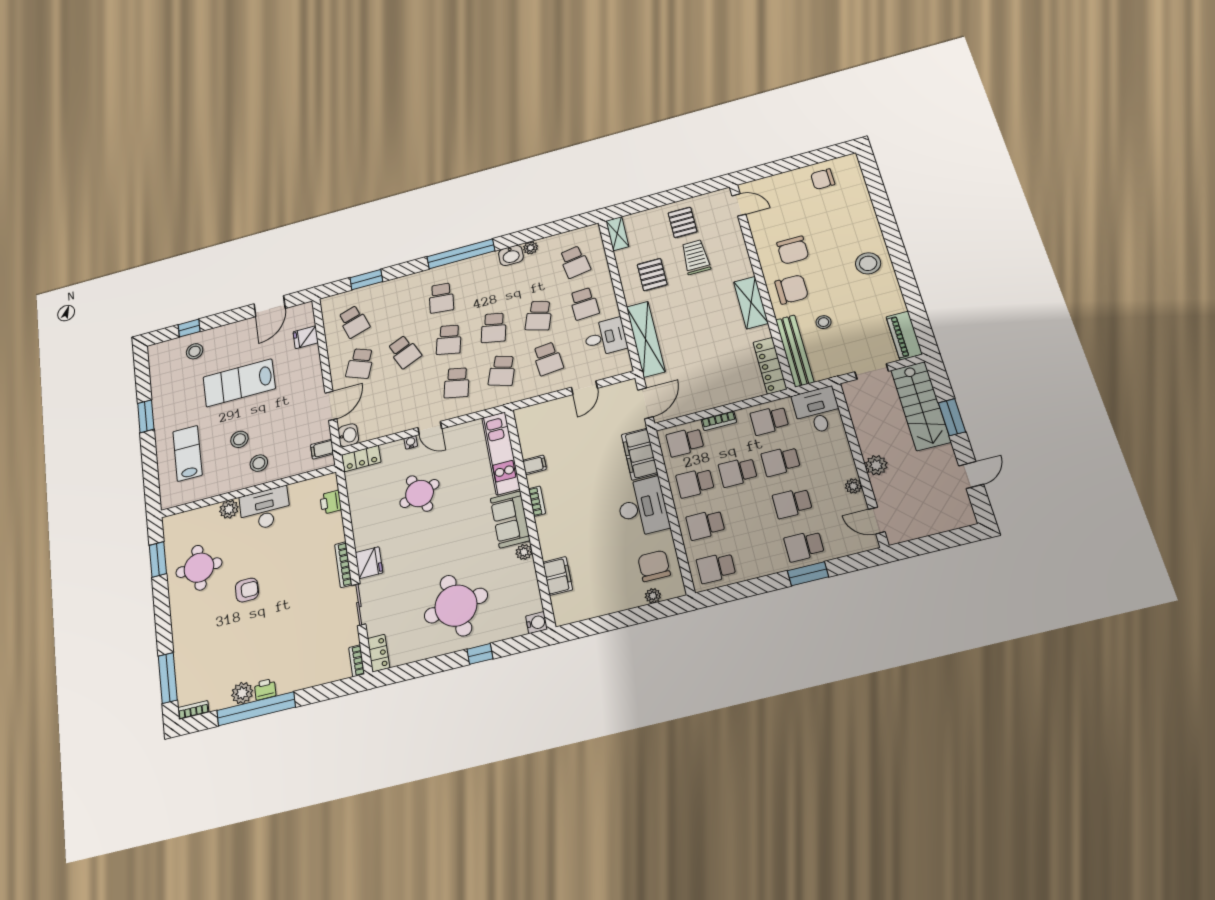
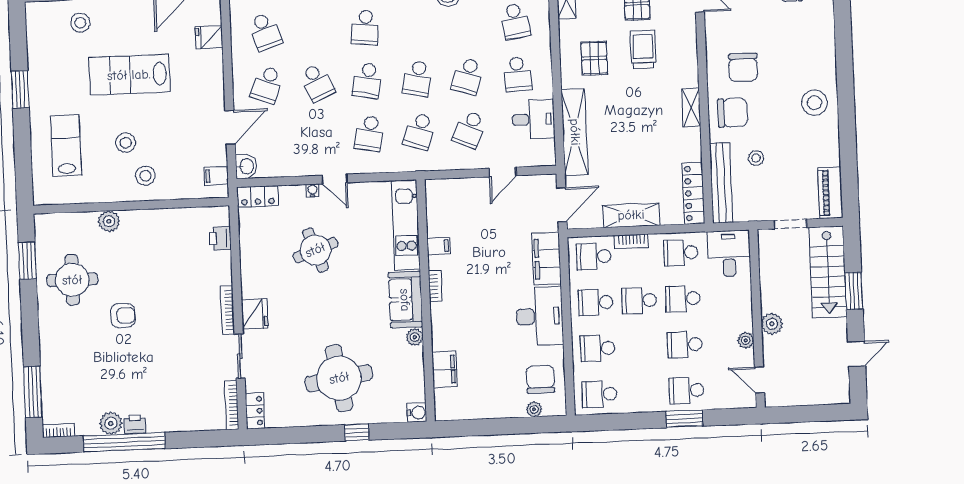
shelving: (751, 303) -> (691, 108), width x0.67, depth x0.75
school desk: (548, 359) -> (470, 129), turned 30
shelving: (714, 398) -> (631, 215), added
desk: (265, 509) -> (148, 230), removed
bookcase: (357, 661) -> (231, 405), width x1.56

